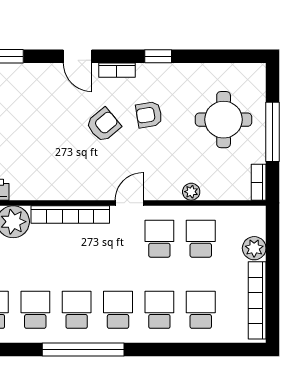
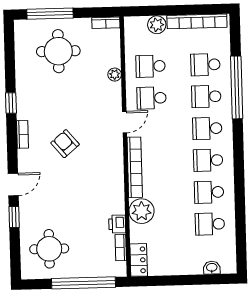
door: (78, 56) -> (13, 185), moved
armchair: (149, 115) -> (56, 109), removed
window: (272, 132) -> (50, 14), moved
door: (129, 203) -> (125, 122), swing flipped
window: (83, 350) -> (237, 87), moved

